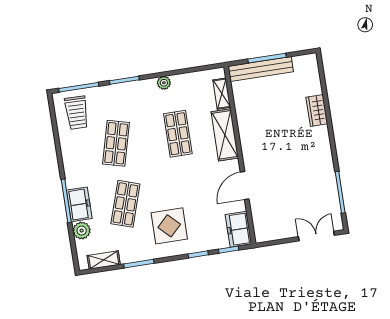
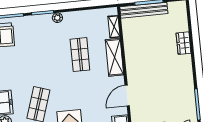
plant: (164, 83) -> (57, 18), moved
shop shelf: (116, 143) -> (34, 59), removed

